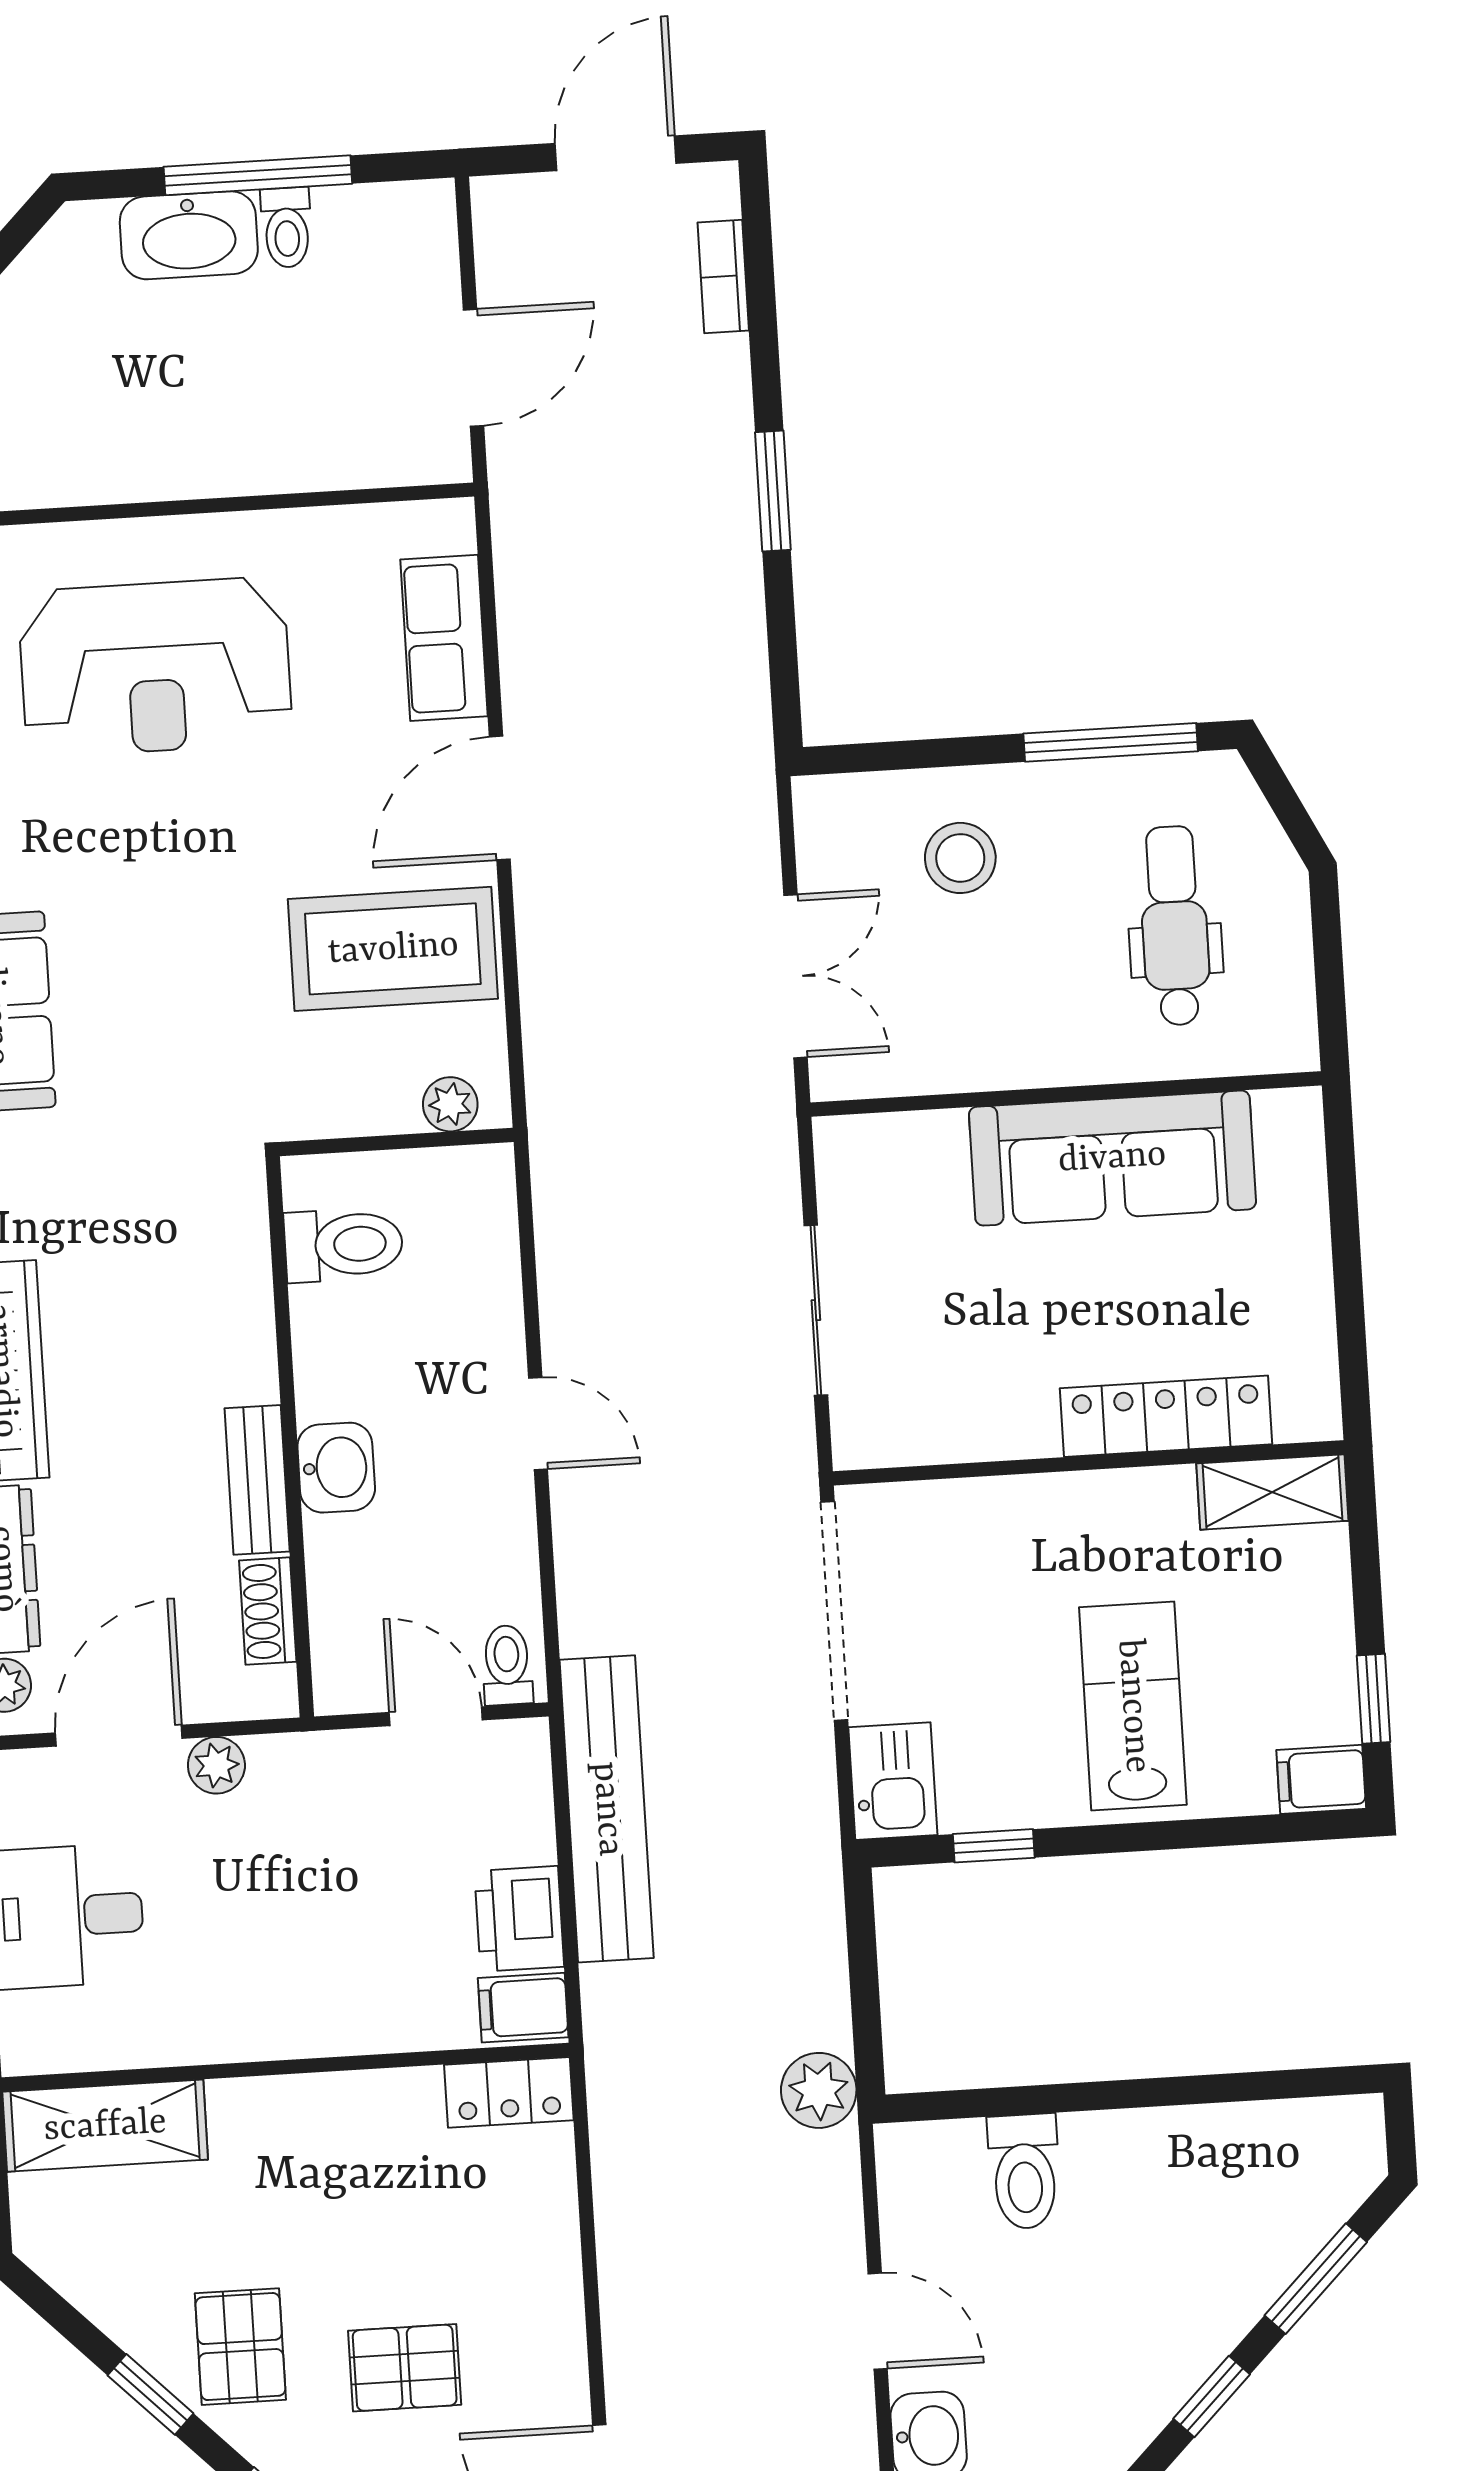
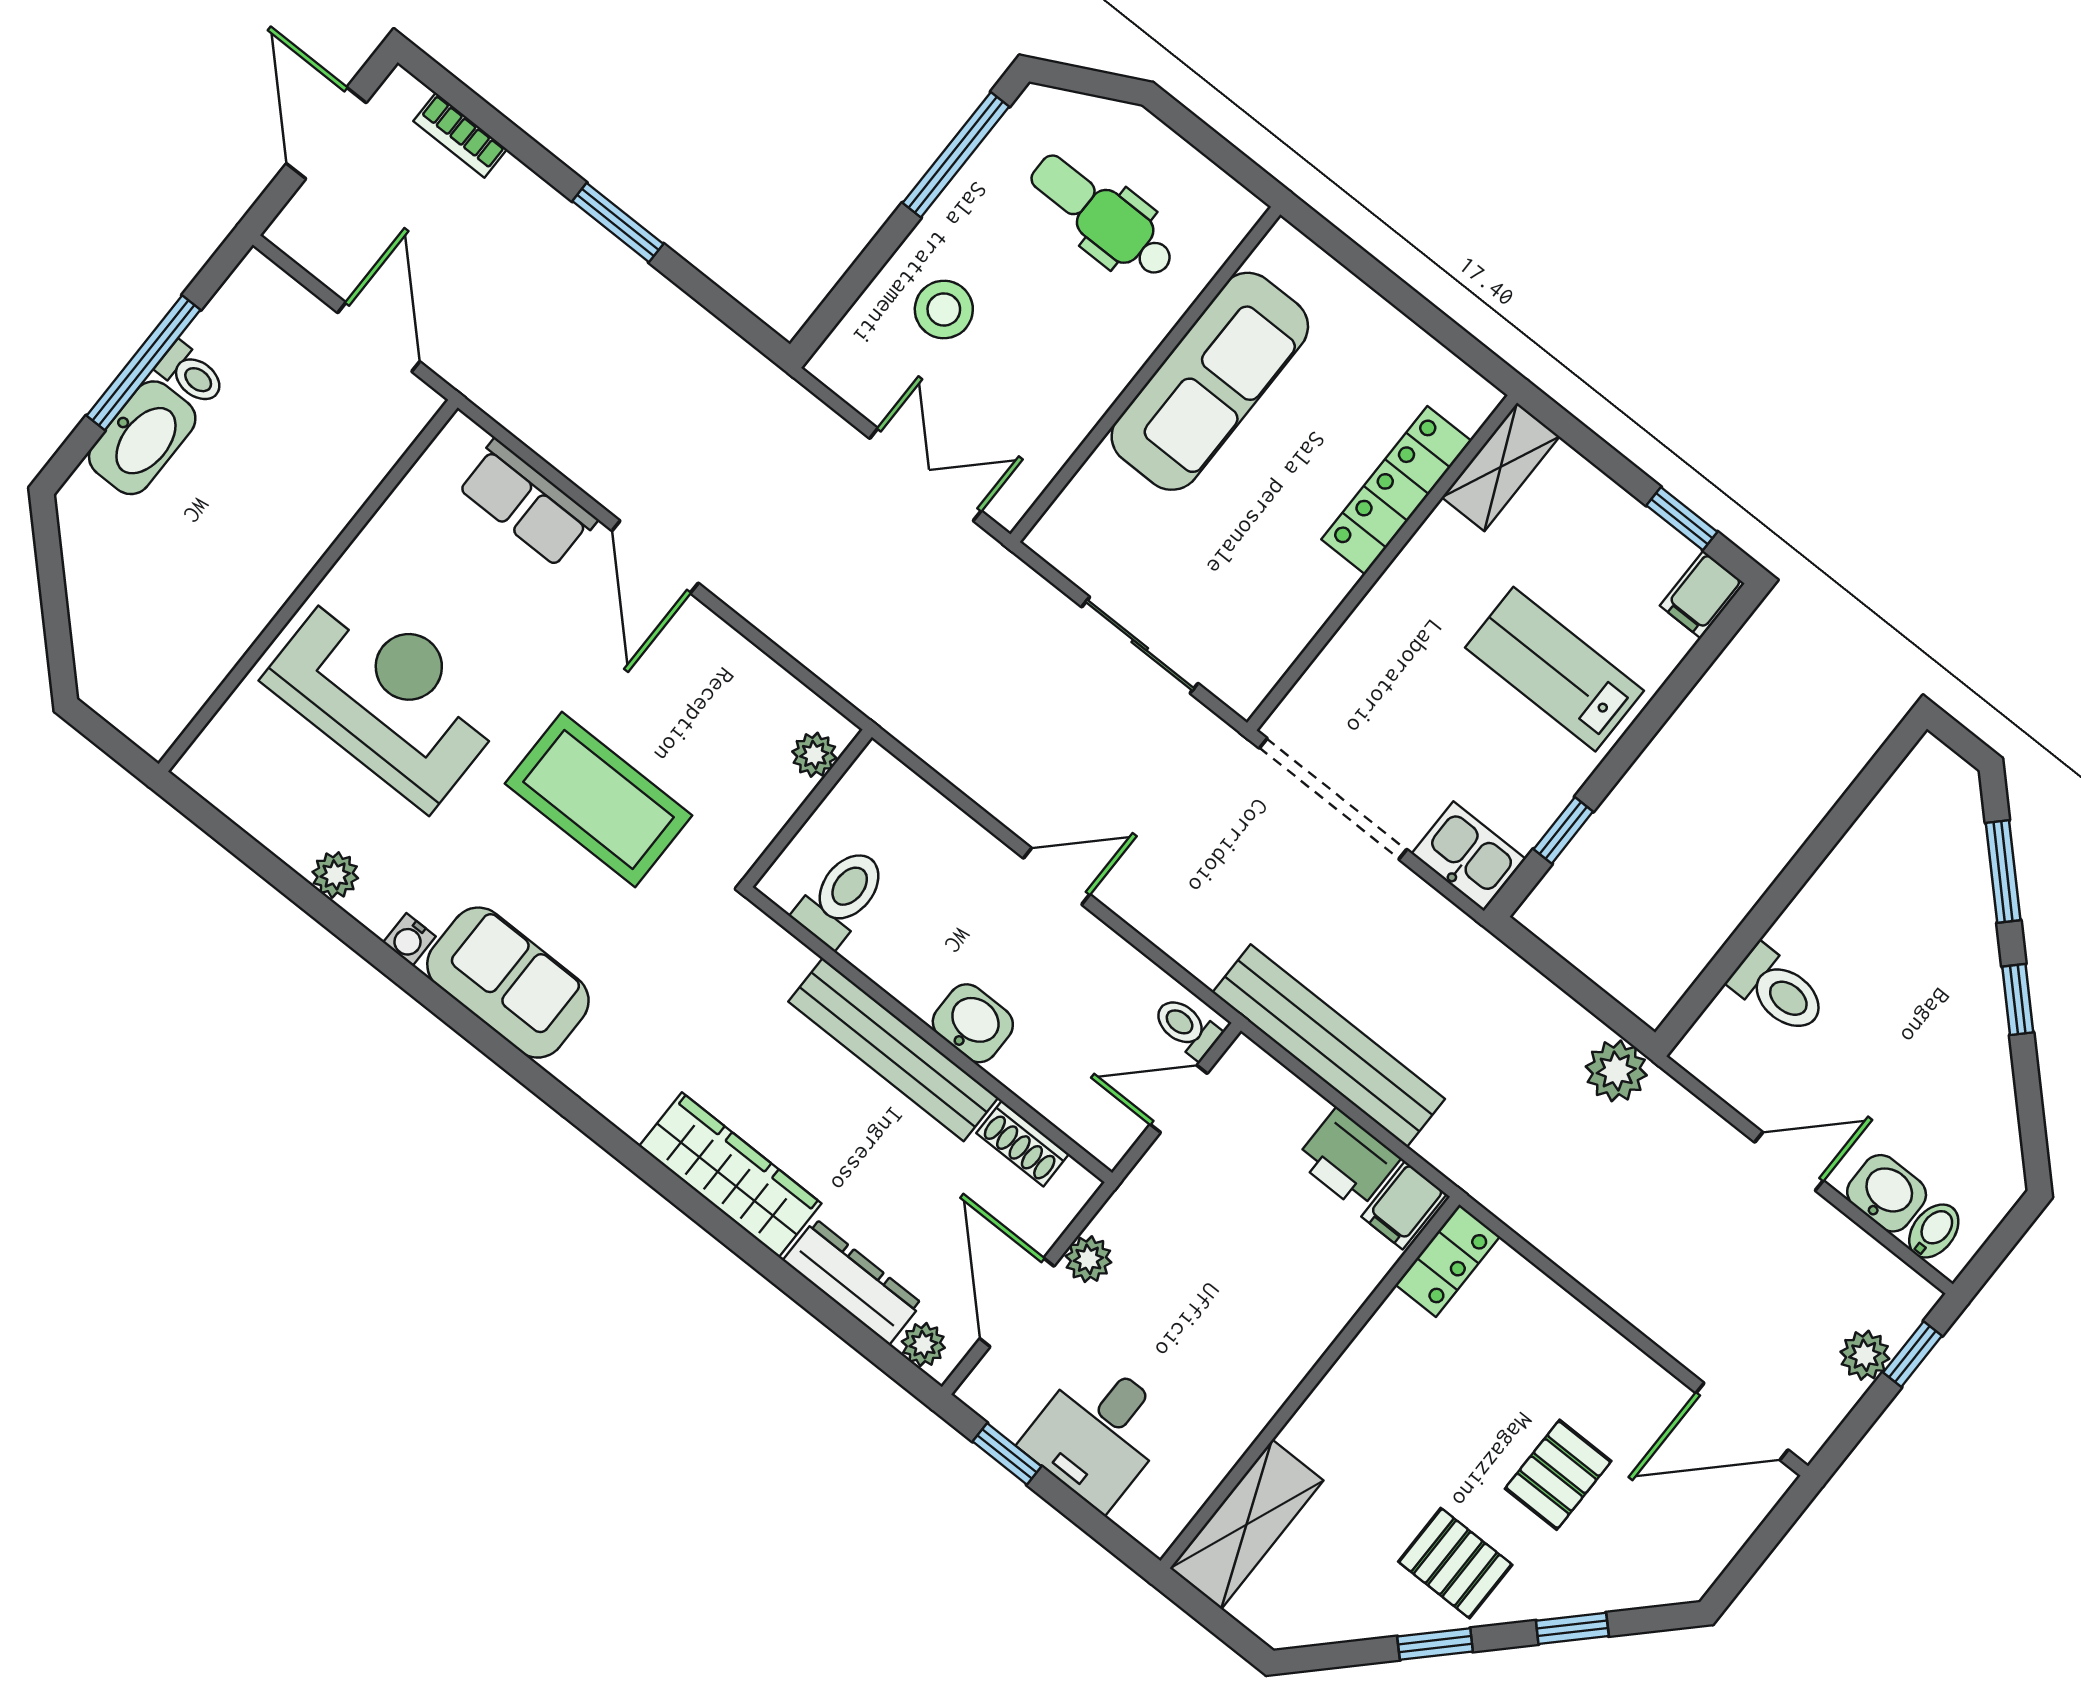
reception desk: (155, 667) -> (387, 695), turned -90
coffee table: (393, 949) -> (598, 800), moved, turned 90
bench: (257, 1480) -> (893, 1050), width x1.86, depth x1.21

